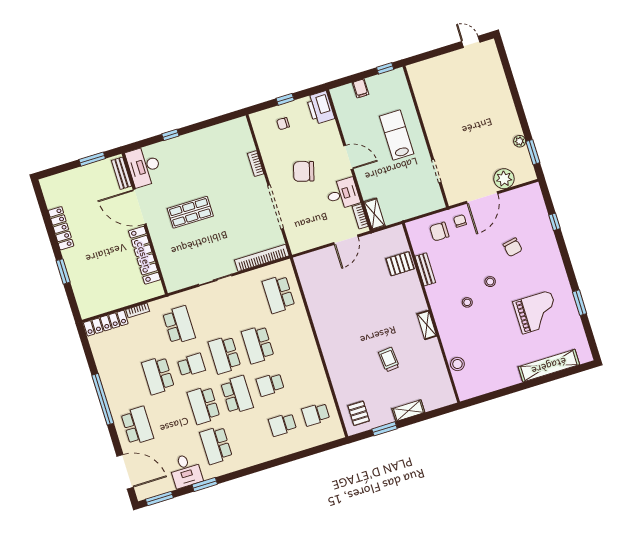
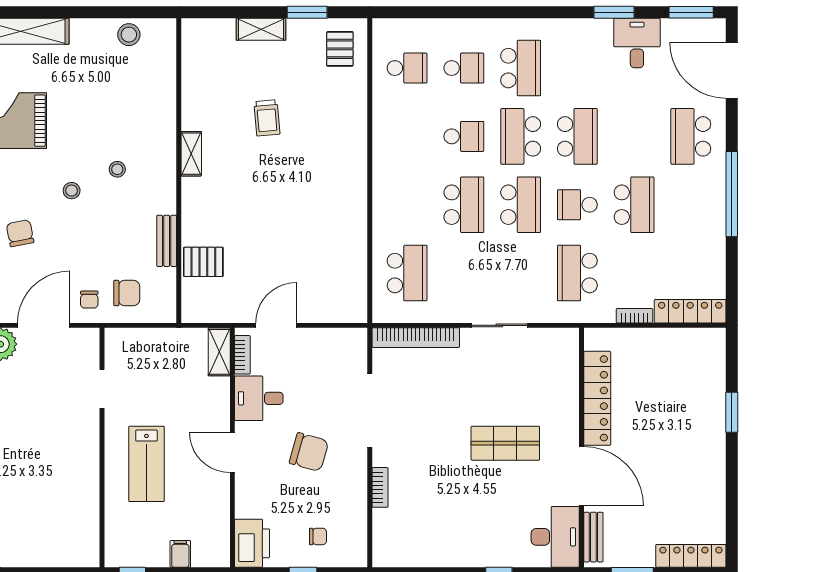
locker: (61, 228) -> (691, 556), moved, turned 90
stool: (457, 364) -> (129, 35), moved
school desk: (216, 445) -> (521, 68), moved

